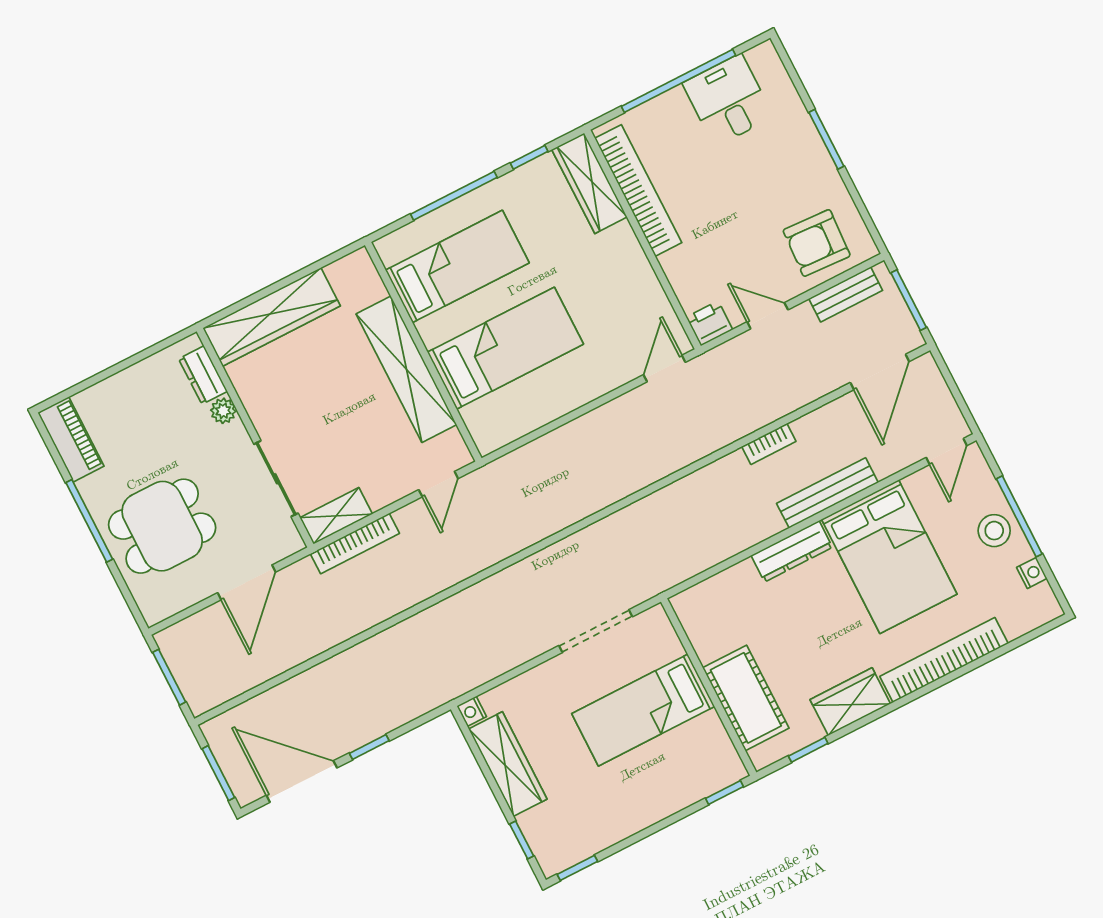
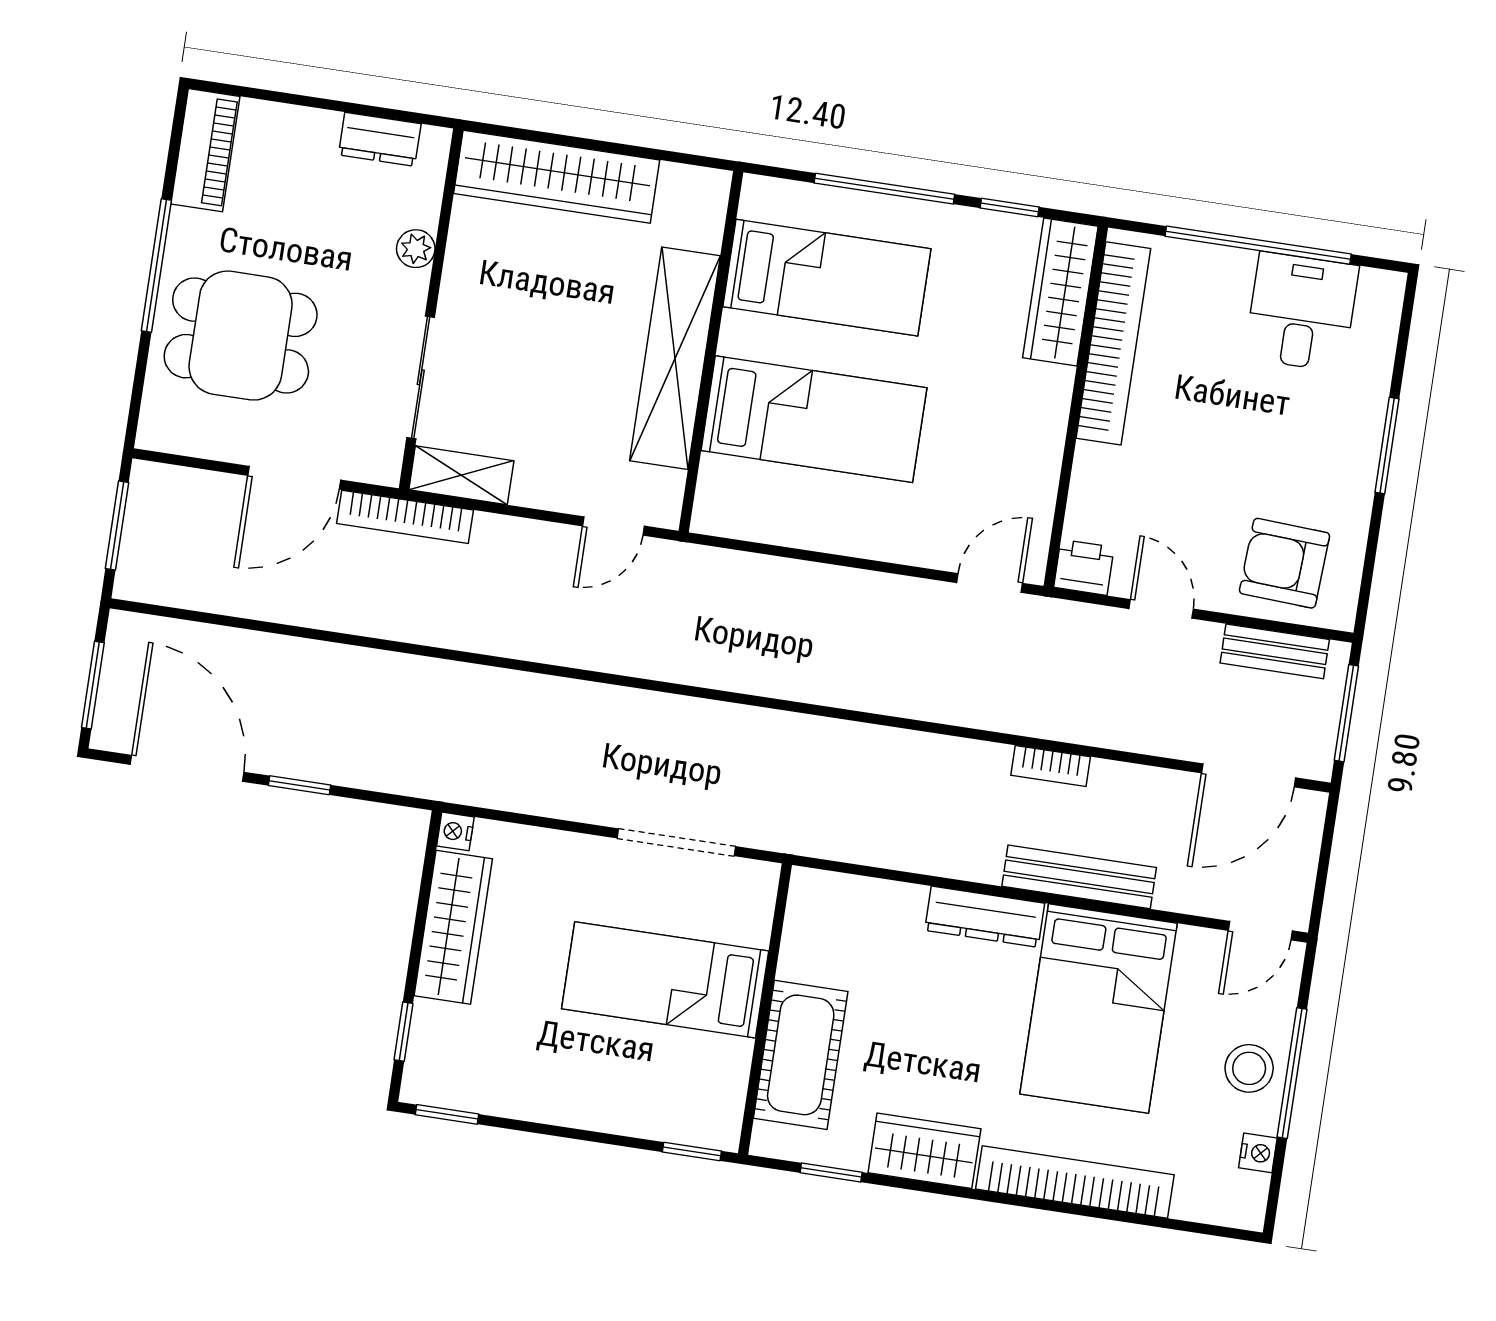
dresser: (203, 375) -> (380, 139), moved, turned -90
bookcase: (355, 543) -> (405, 517), moved

